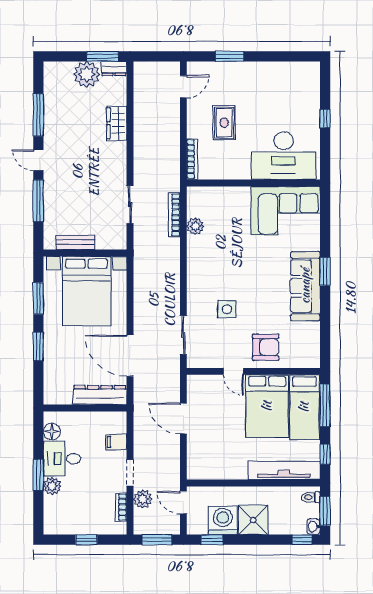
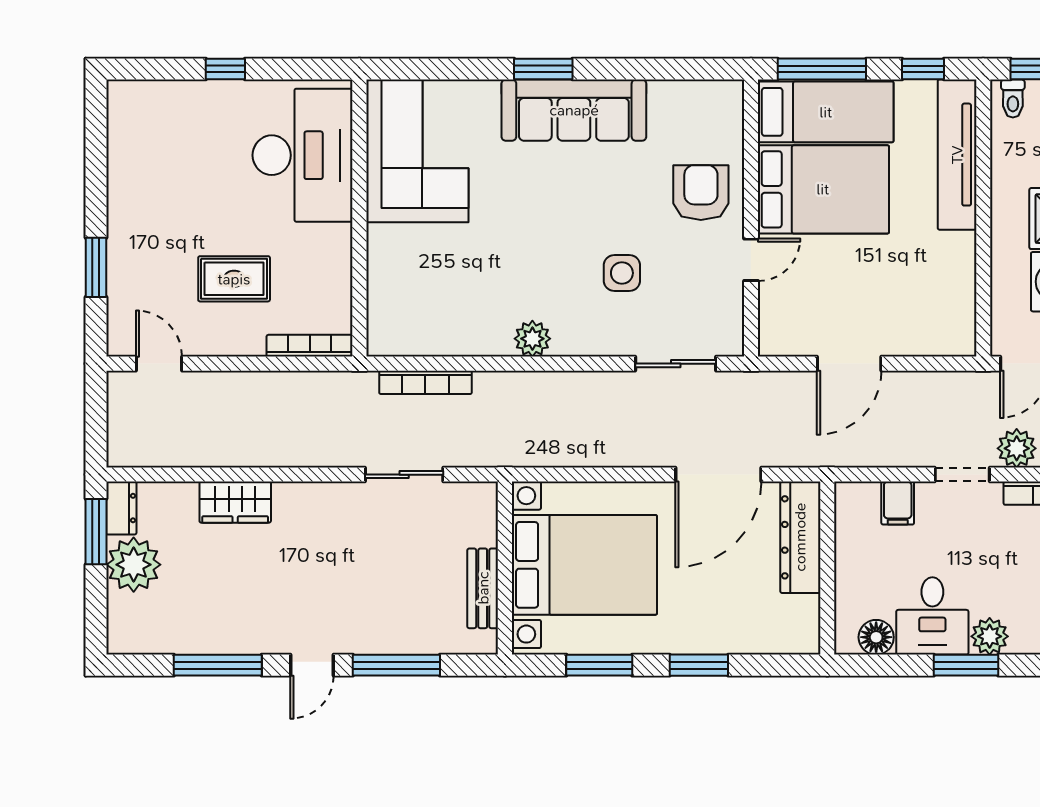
plant: (195, 226) -> (532, 339), moved

